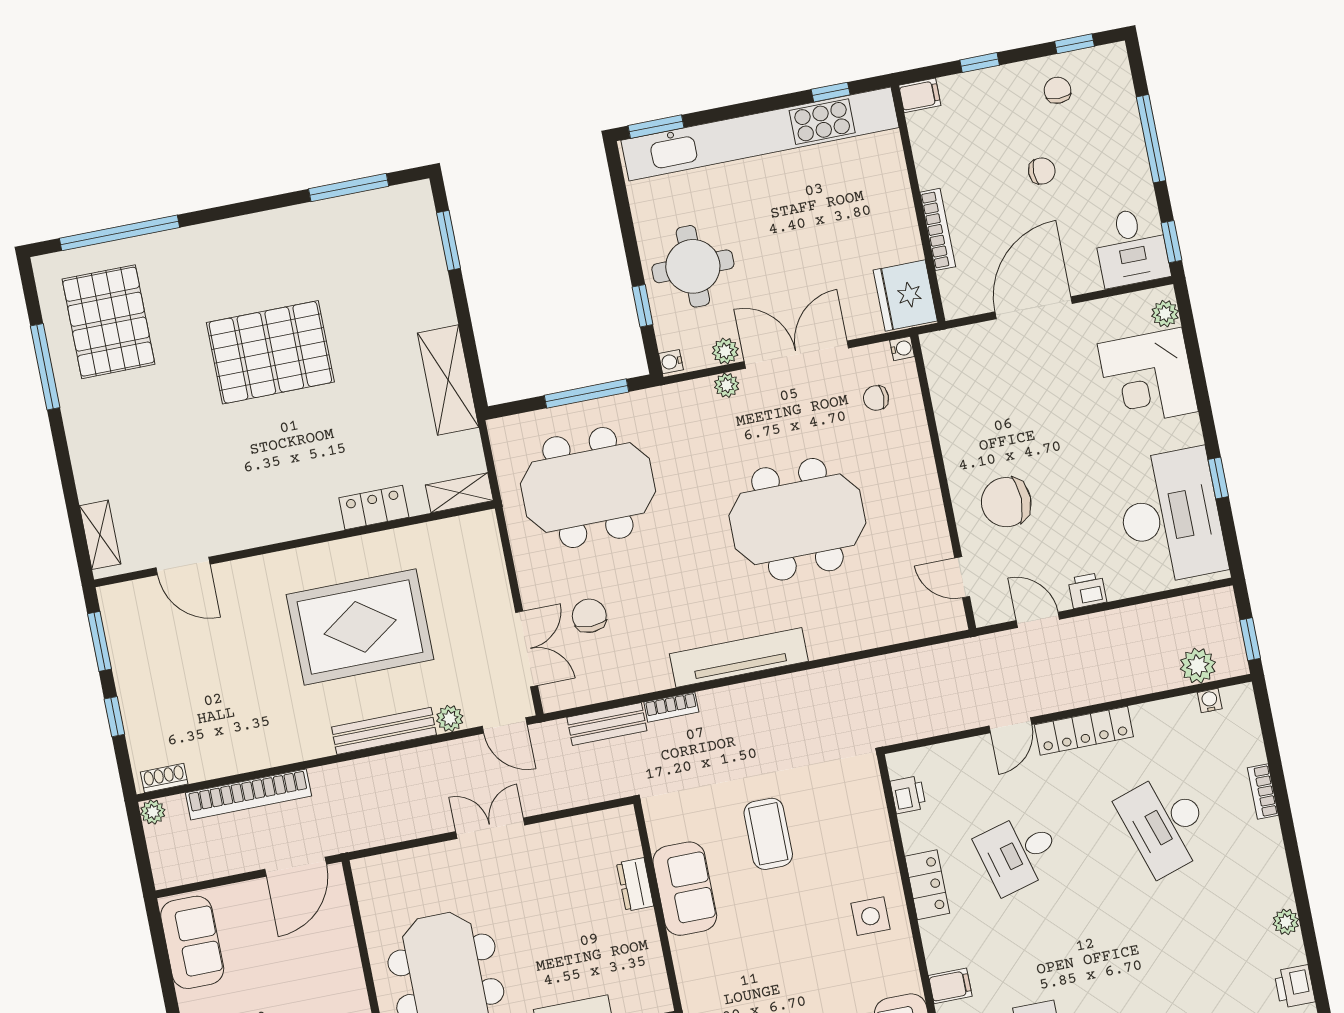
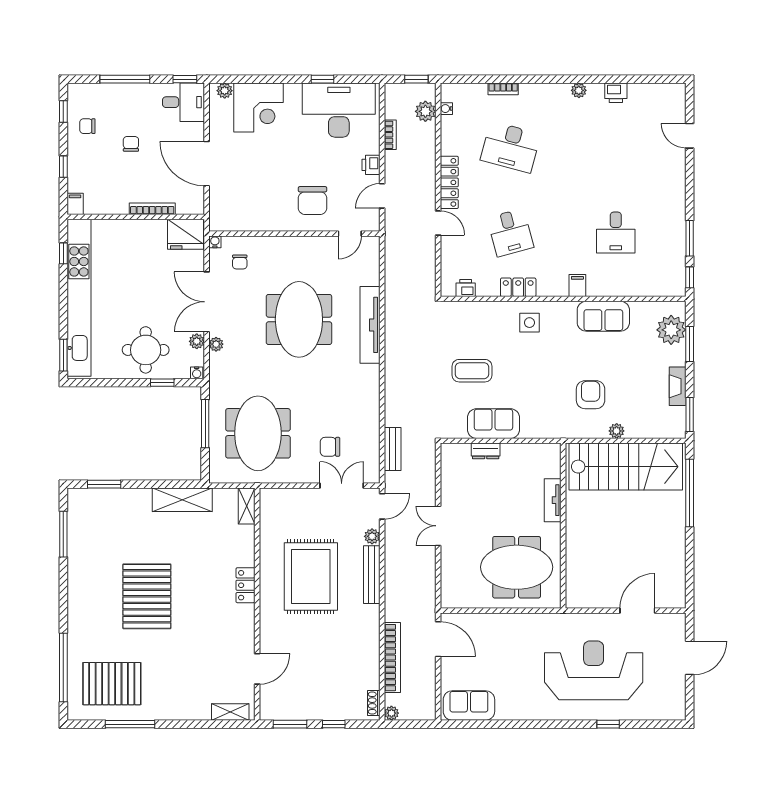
locker: (374, 508) -> (245, 585), moved
tv unit: (739, 658) -> (370, 325), moved
bookcase: (671, 707) -> (390, 135), moved
desk: (1166, 824) -> (510, 147), turned 33

